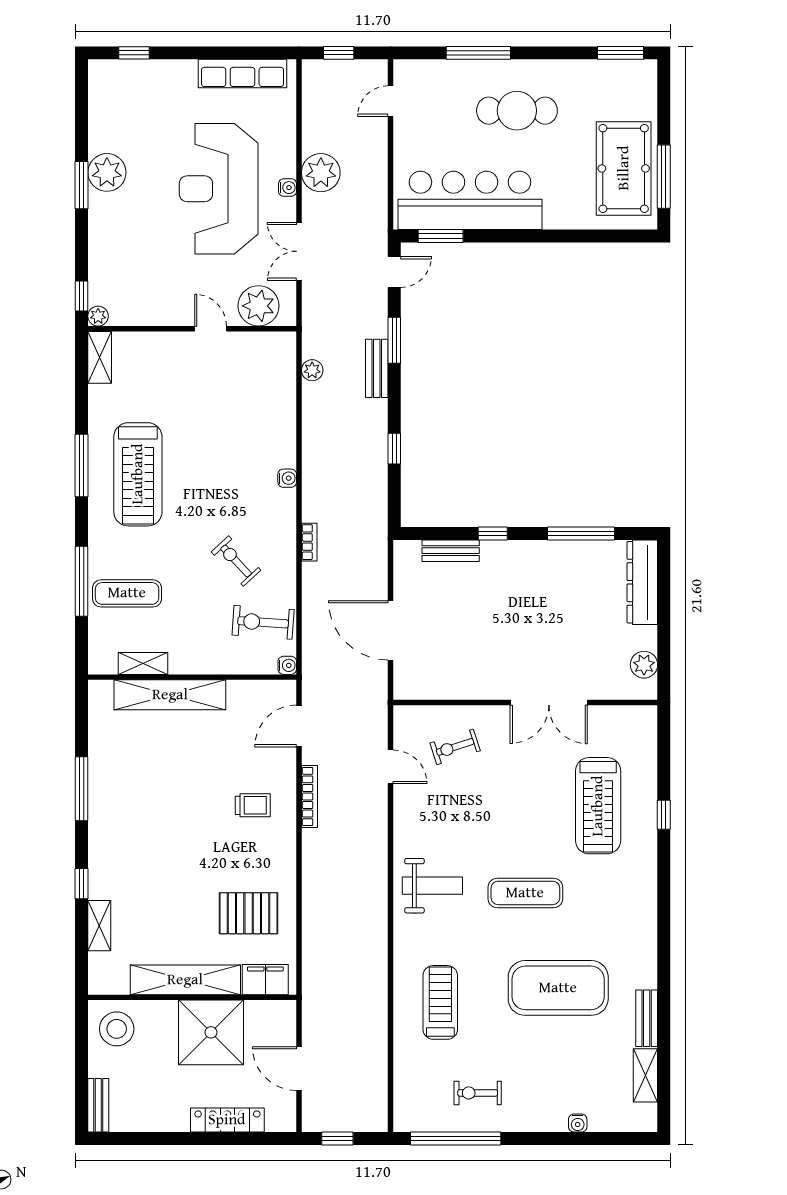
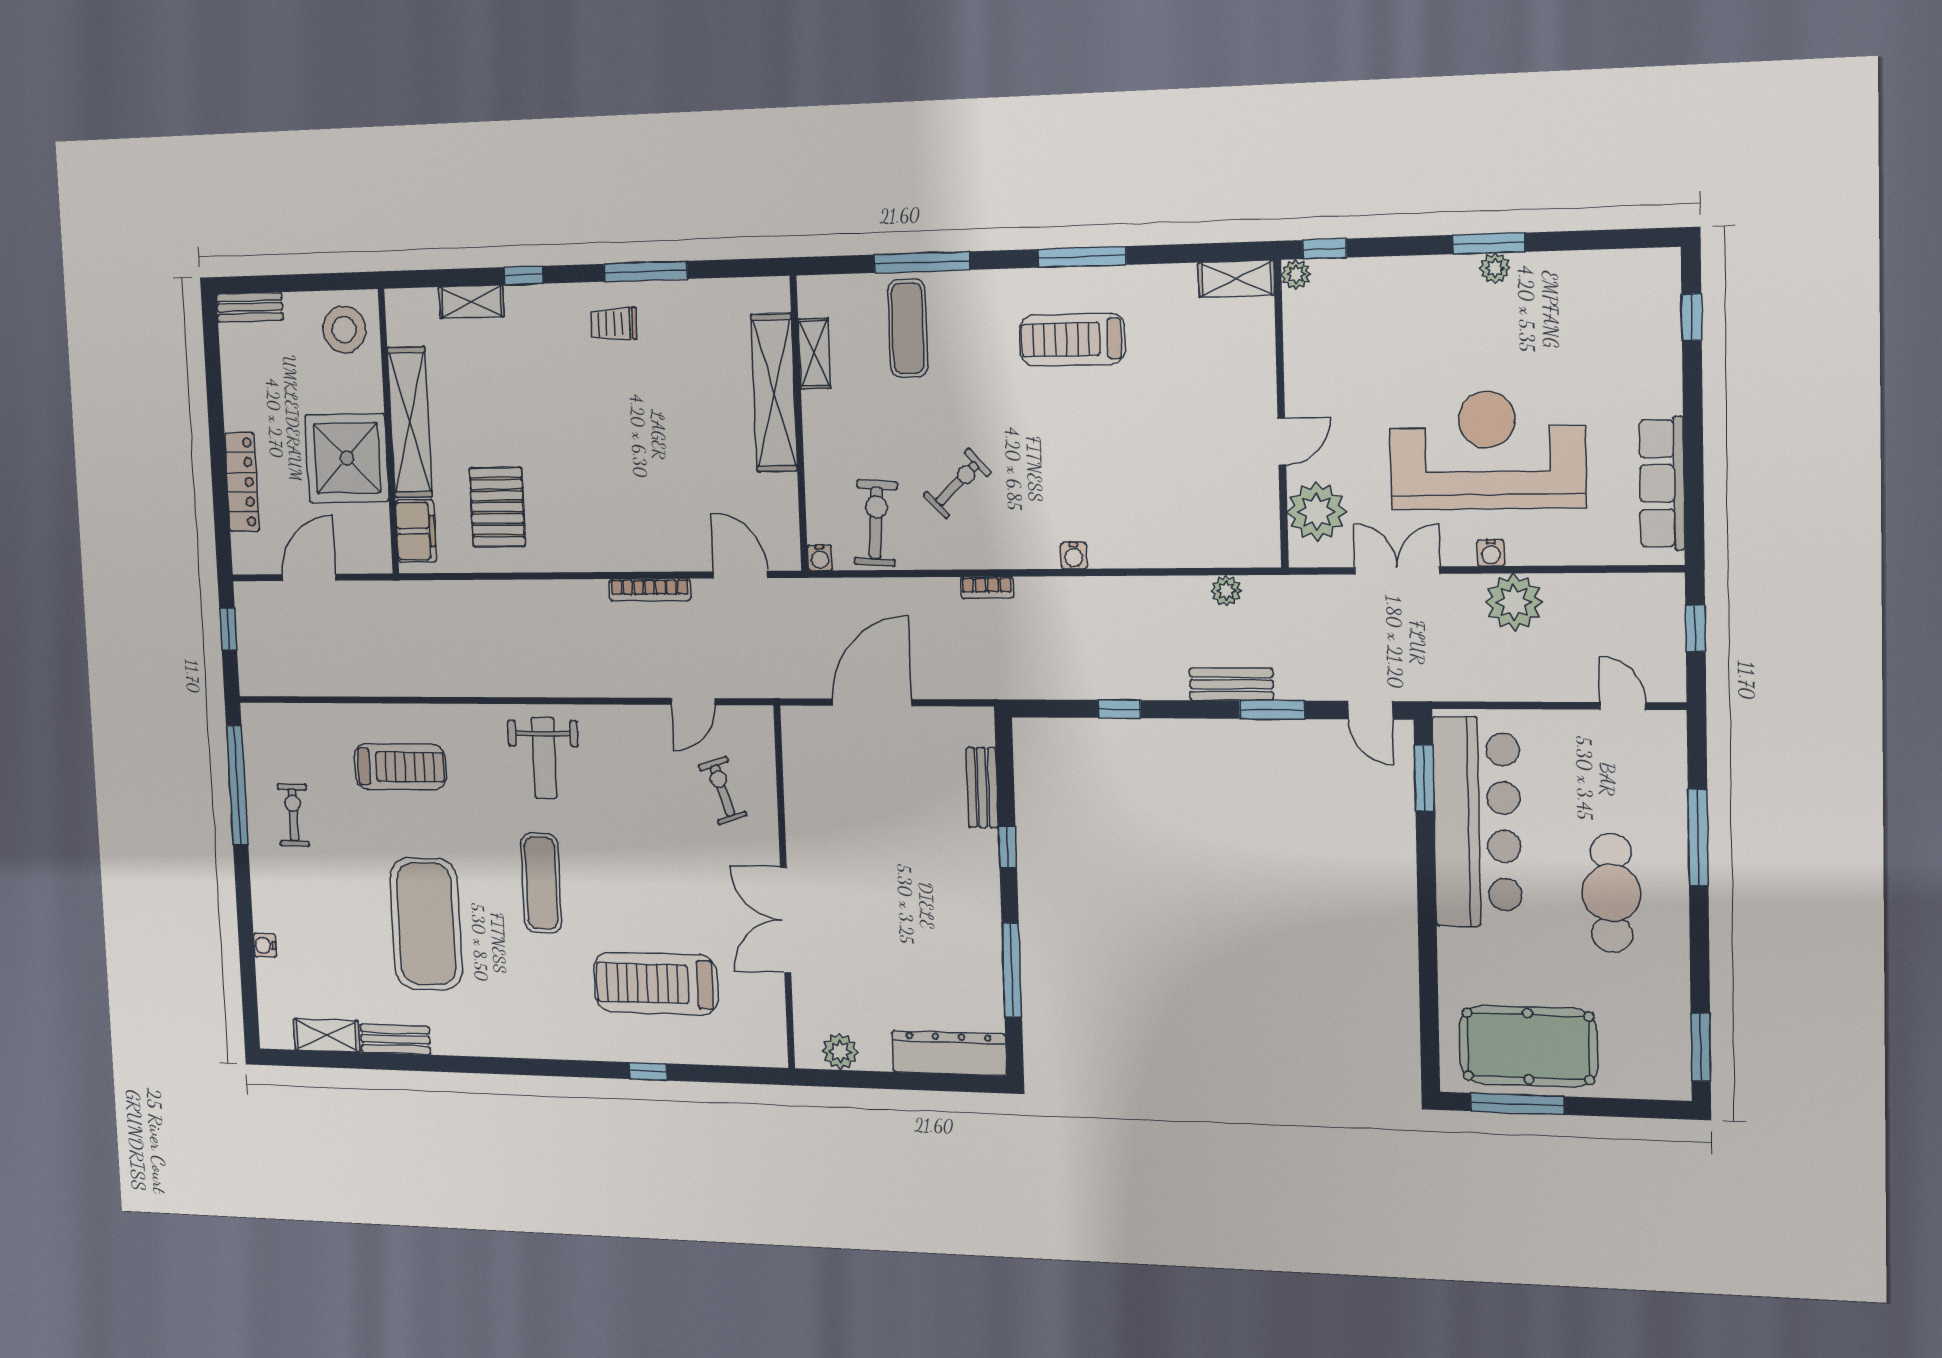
plant: (107, 172) -> (1495, 268), width x0.53, depth x0.53
treadmill: (138, 474) -> (1072, 340), width x0.73, depth x0.73
trolley: (253, 805) -> (614, 324), moved, turned 90

